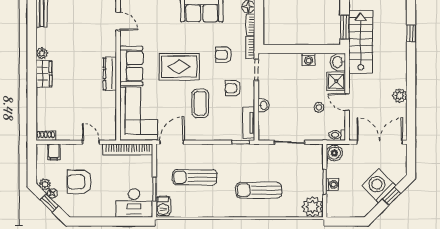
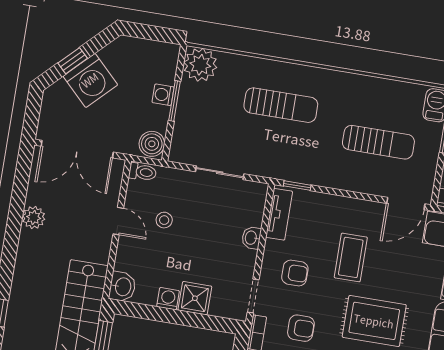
shower: (336, 81) -> (195, 298), moved

